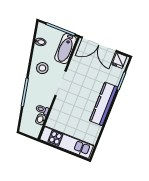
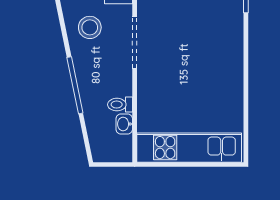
kitchen counter: (104, 104) -> (230, 49), removed

